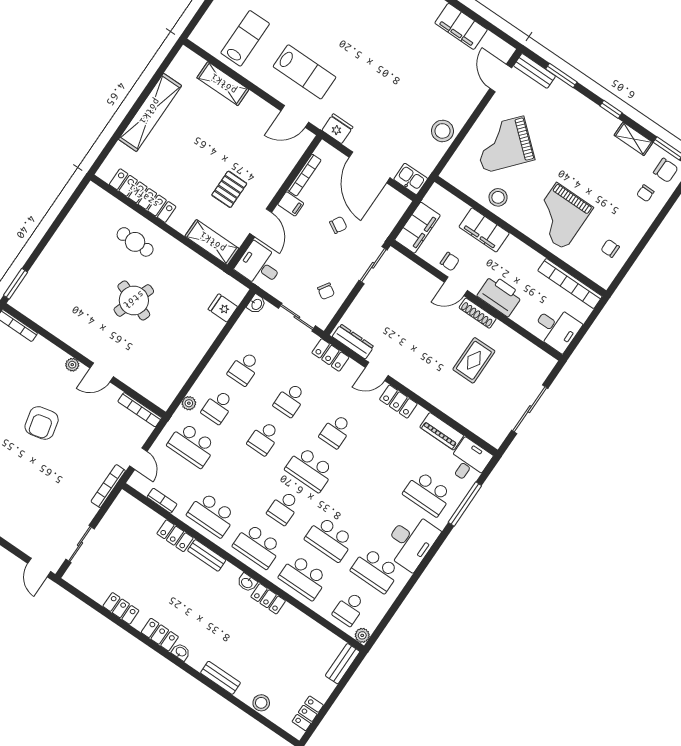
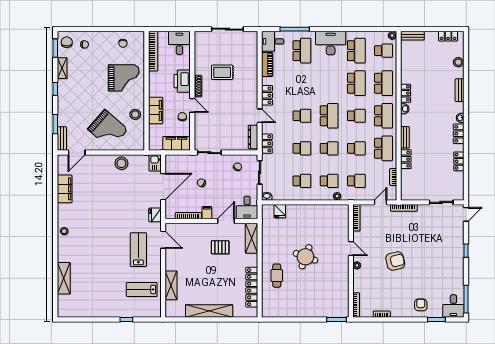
school desk: (192, 445) -> (356, 181), width x0.54
school desk: (238, 476) -> (356, 148), added

